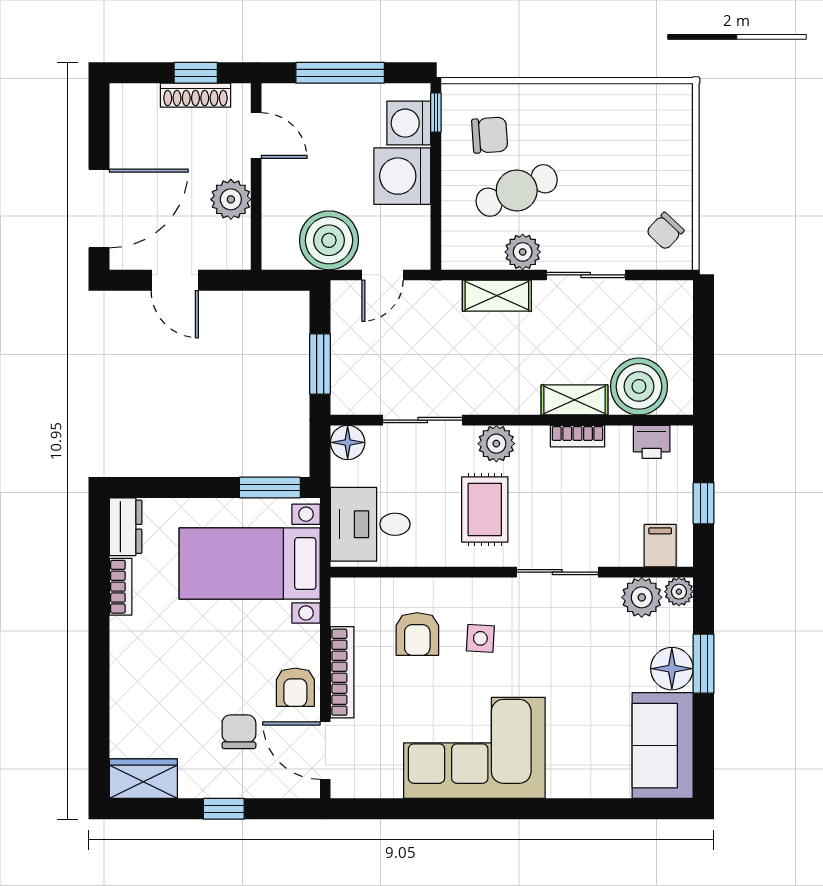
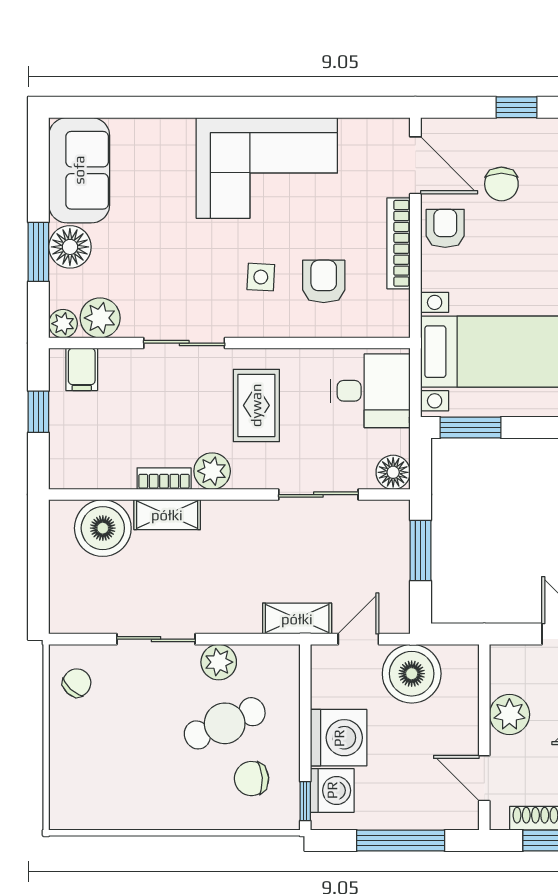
shelving: (497, 296) -> (297, 619), moved
printer: (652, 442) -> (90, 473), removed
plant: (496, 444) -> (212, 471), moved

